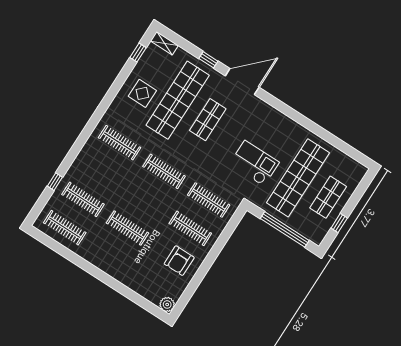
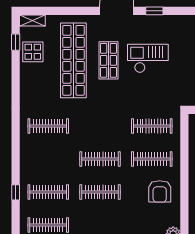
window: (208, 60) -> (154, 11), moved
display table: (142, 93) -> (33, 52), moved
checkout: (254, 163) -> (148, 58), moved
clothes rail: (164, 171) -> (100, 159), moved

